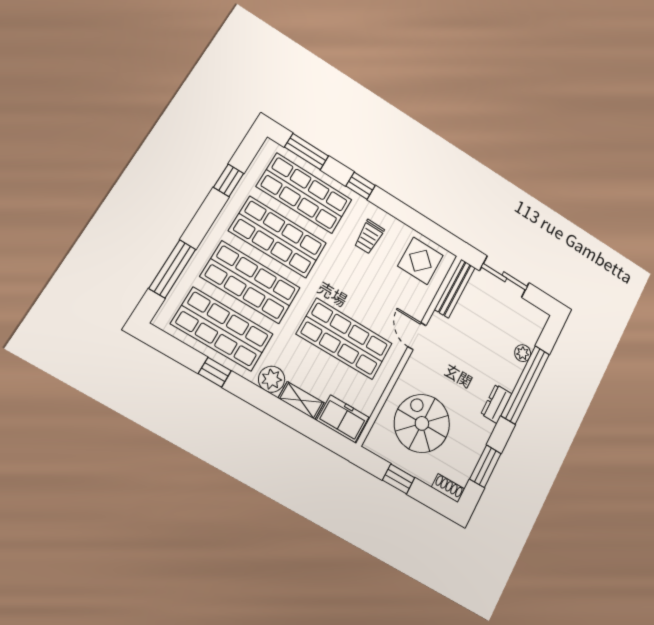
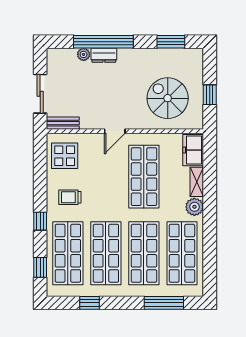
window: (307, 152) -> (40, 267), width x0.67
trolley: (369, 237) -> (70, 197), turned 180
bench: (455, 288) -> (63, 123), width x0.73
window: (215, 372) -> (210, 243), removed
dresser: (496, 404) -> (104, 55), moved
spiral stairs: (422, 423) -> (168, 98), turned 90
shoe rack: (448, 488) -> (198, 59), removed

